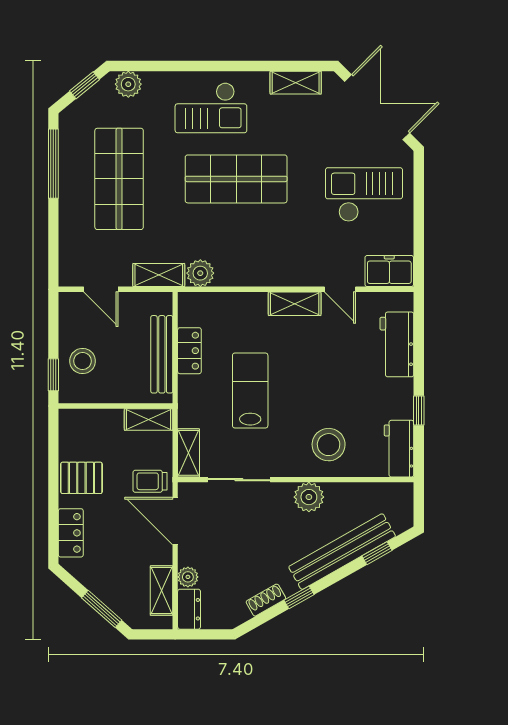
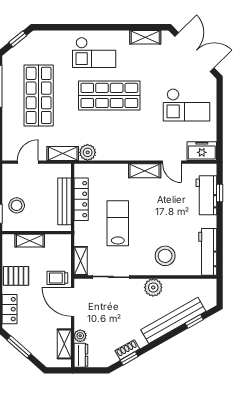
plant: (128, 84) -> (44, 38), removed
checkout: (364, 195) -> (186, 105), turned 180
door: (101, 289) -> (28, 162), swing flipped
locker: (189, 351) -> (81, 199), width x1.53
window: (419, 411) -> (220, 193), moved
shelving: (149, 419) -> (30, 241), moved
workbench: (399, 449) -> (208, 252), width x1.38
window: (299, 597) -> (129, 358), moved
window: (102, 609) -> (19, 347), moved

